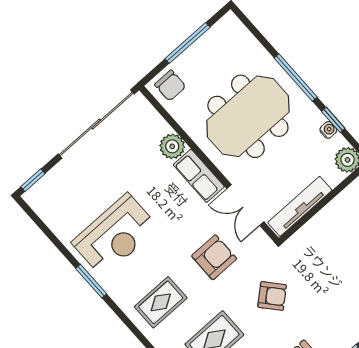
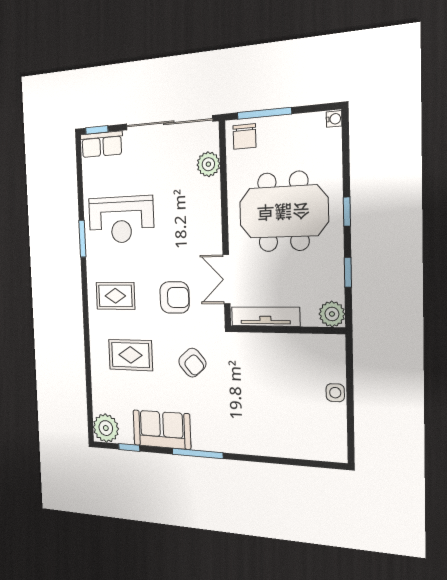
window: (188, 43) -> (264, 113), moved
window: (296, 78) -> (347, 212), width x0.46
water cooler: (328, 130) -> (334, 119), moved
plant: (172, 146) -> (208, 164), moved
row of seats: (199, 176) -> (102, 144), moved, turned -90

